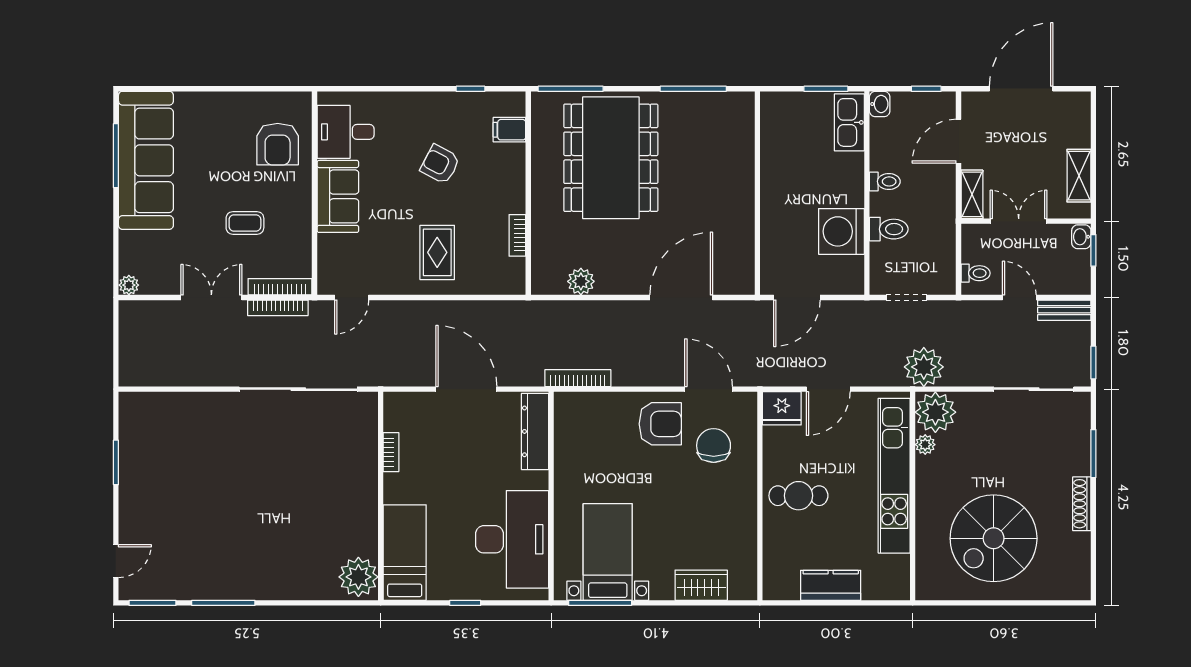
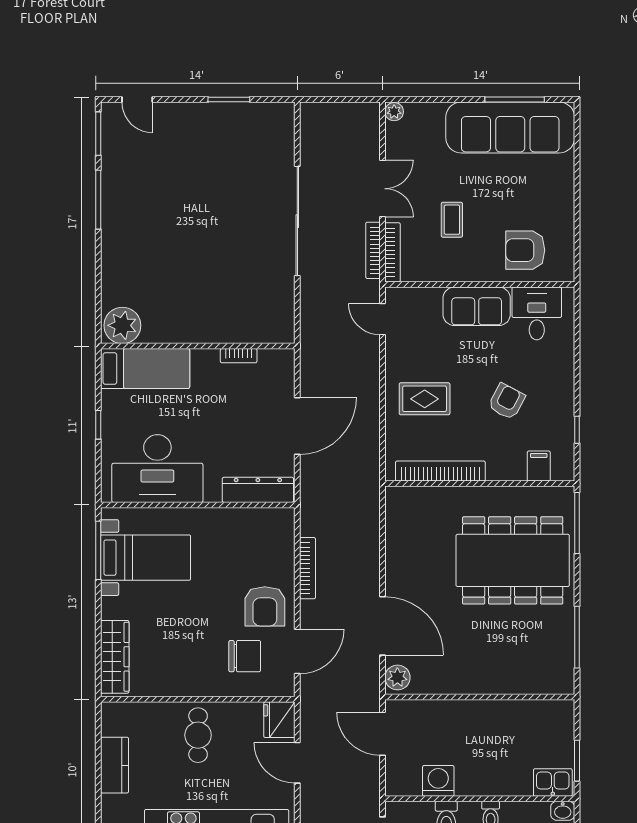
kitchen sink: (849, 122) -> (553, 783), width x0.73
washing machine: (841, 231) -> (438, 781), width x0.73, depth x0.73
bookcase: (517, 235) -> (440, 471), width x2.31, depth x1.31
plant: (581, 281) -> (397, 677), moved
bookcase: (578, 378) -> (307, 568), moved
sliding door: (298, 389) -> (297, 221), moved
wardrobe: (701, 585) -> (115, 657), width x1.50

